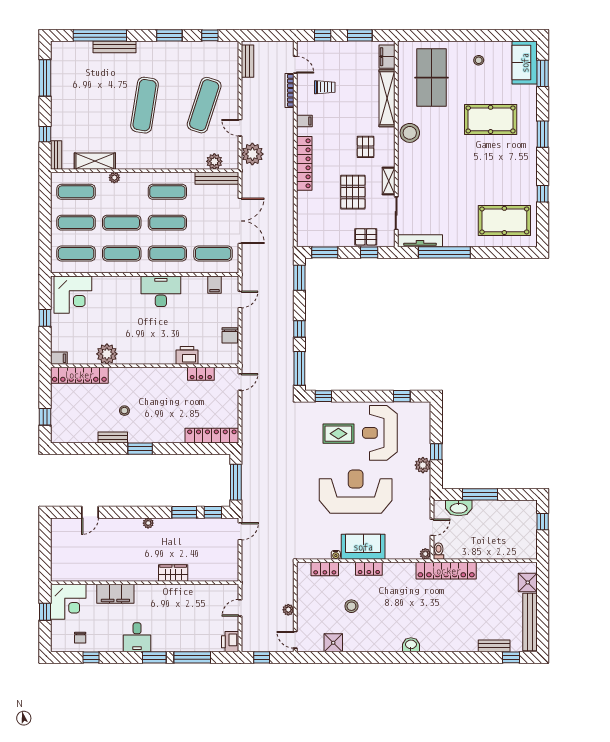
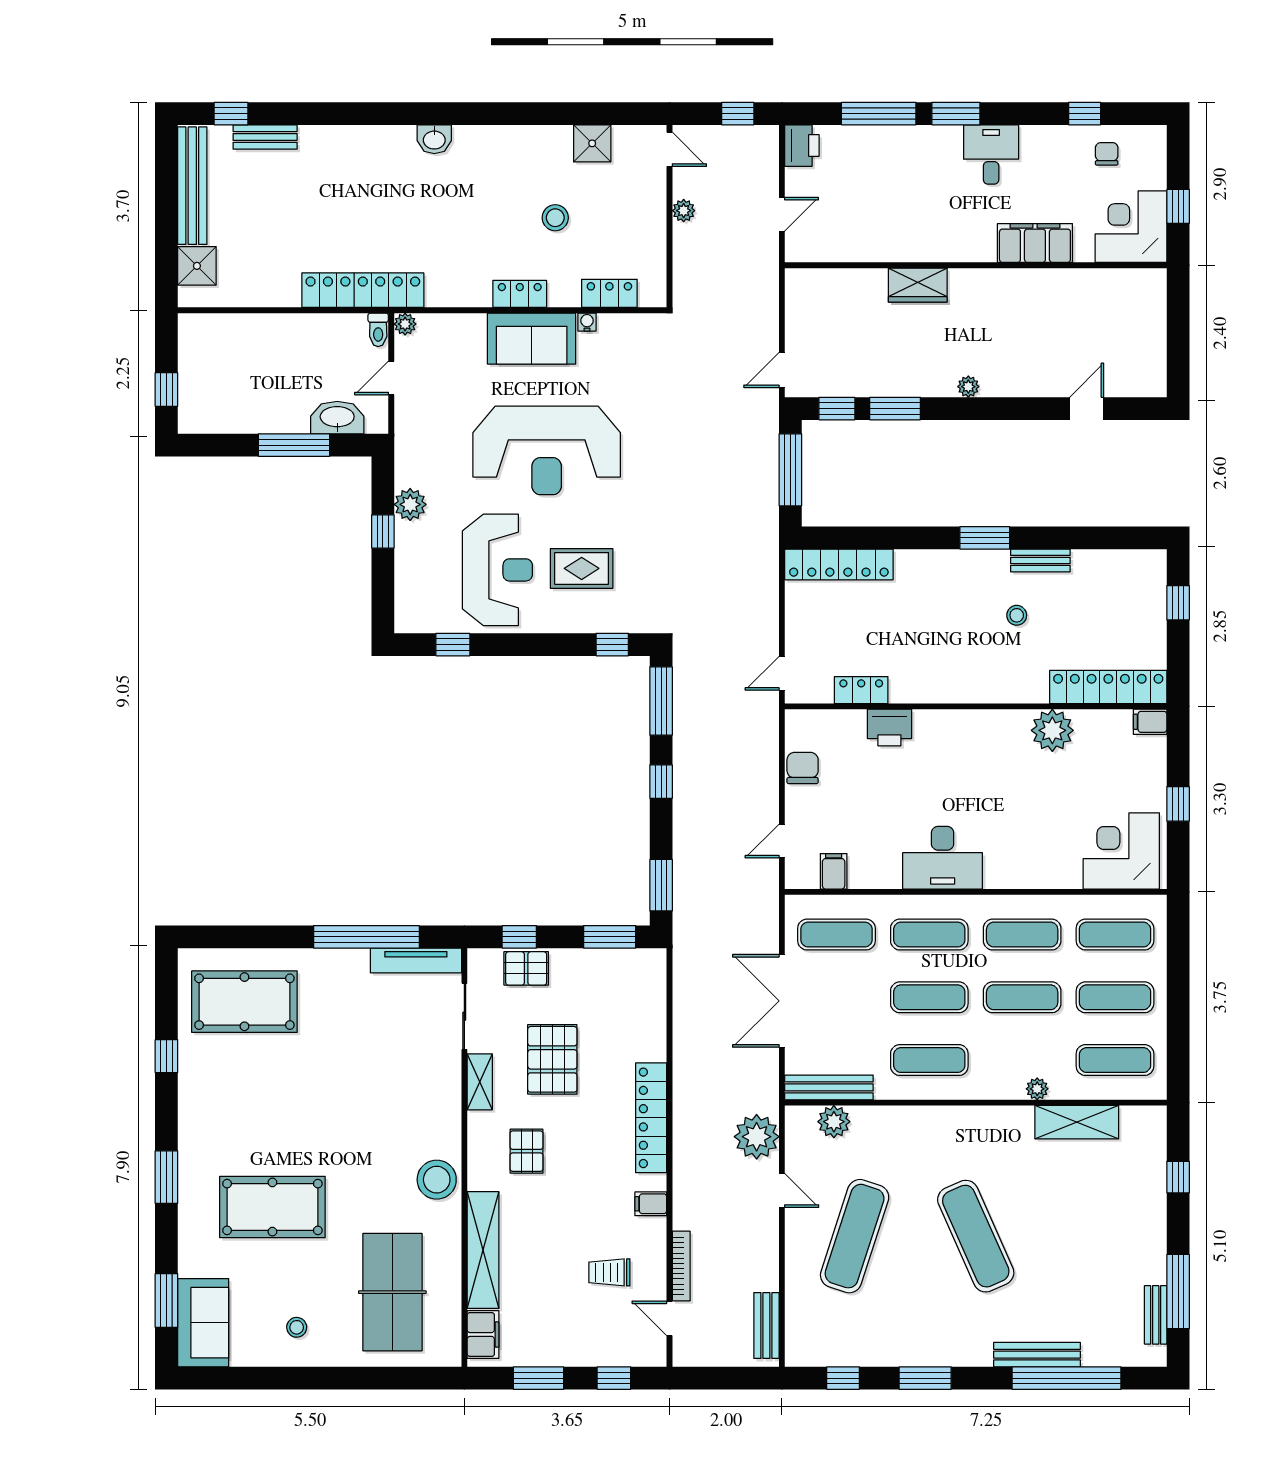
exercise mat: (145, 105) -> (976, 1236), turned -33
bench: (56, 155) -> (1156, 1315), moved

